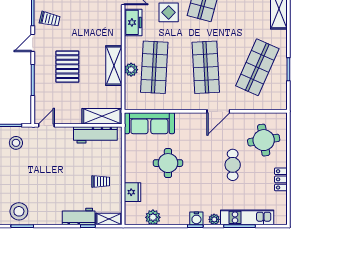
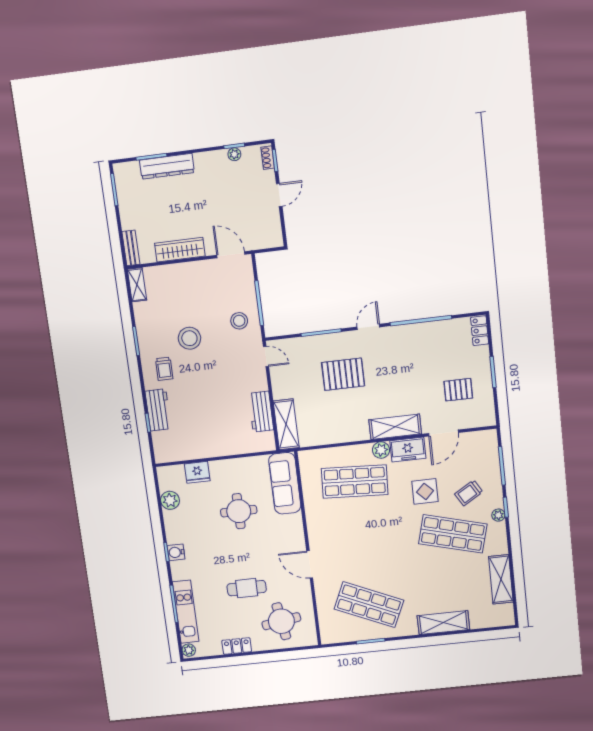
trolley: (50, 19) -> (401, 345), removed
door: (33, 43) -> (368, 327), hinge flipped
shelving: (114, 66) -> (395, 427), moved
shop shelf: (206, 67) -> (362, 544), removed
plant: (131, 70) -> (381, 450), moved
workbench: (95, 135) -> (261, 412), width x0.73
trolley: (101, 182) -> (164, 369), moved
stool: (19, 211) -> (189, 338), moved
shelving: (109, 219) -> (160, 447), removed
plant: (214, 219) -> (189, 650), moved

